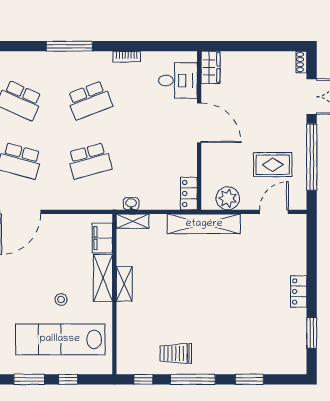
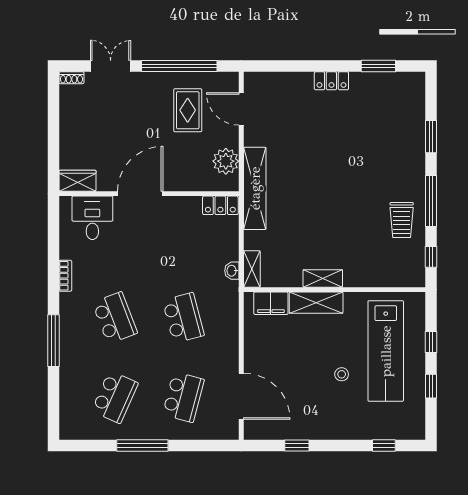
stool: (61, 300) -> (342, 374), moved
window: (29, 379) -> (431, 386), width x0.67

